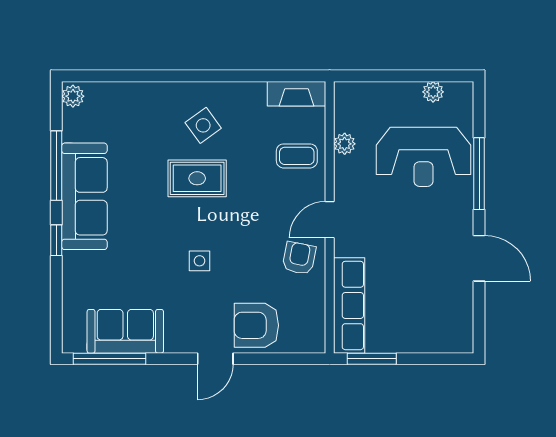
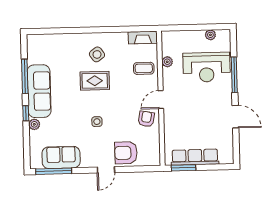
plant: (73, 96) -> (34, 124), moved
row of seats: (349, 305) -> (195, 157), moved, turned -90

